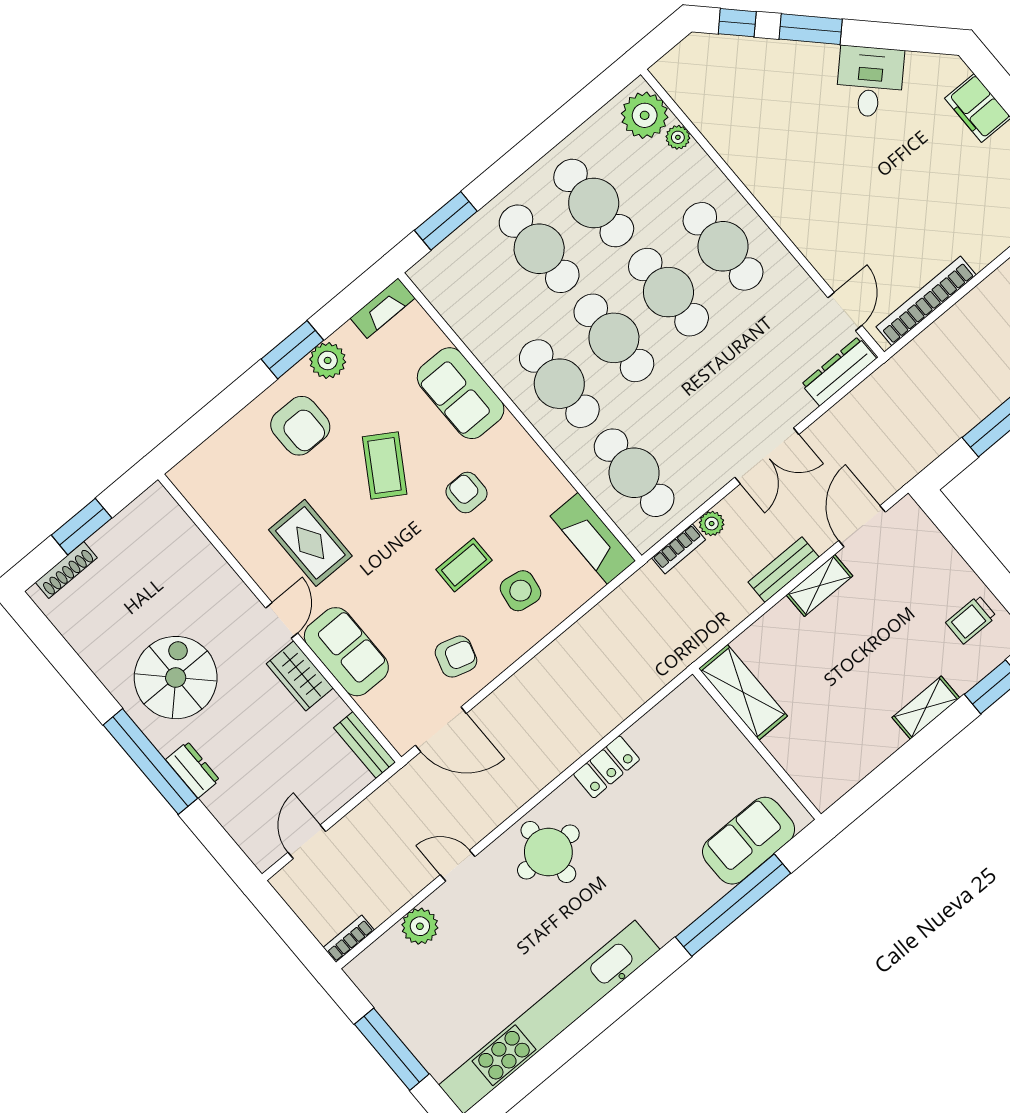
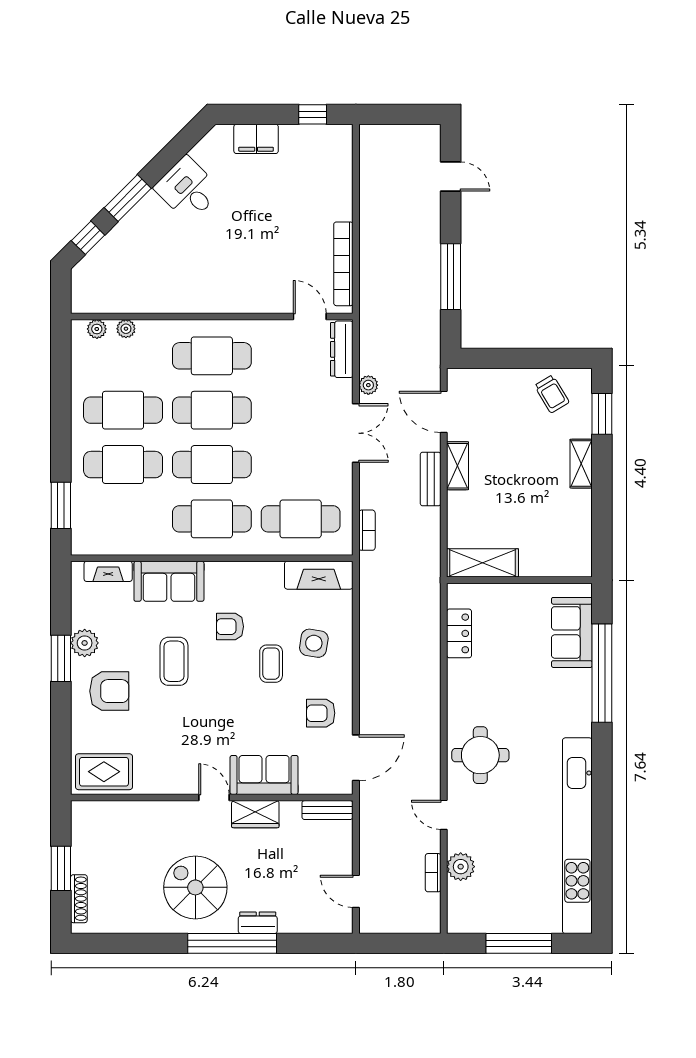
plant: (645, 115) -> (97, 329), width x0.53, depth x0.53
fireplace: (383, 308) -> (108, 571), moved, turned 90
coffee table: (385, 466) -> (174, 661), turned 58
plant: (712, 524) -> (368, 385), moved
rug: (310, 543) -> (104, 772), moved
trolley: (971, 620) -> (552, 394), turned -31
armchair: (456, 657) -> (321, 713), turned -107
locker: (607, 767) -> (459, 633), moved
door: (458, 866) -> (444, 815), hinge flipped
bookcase: (349, 939) -> (433, 873), moved

